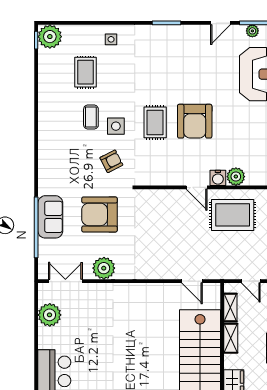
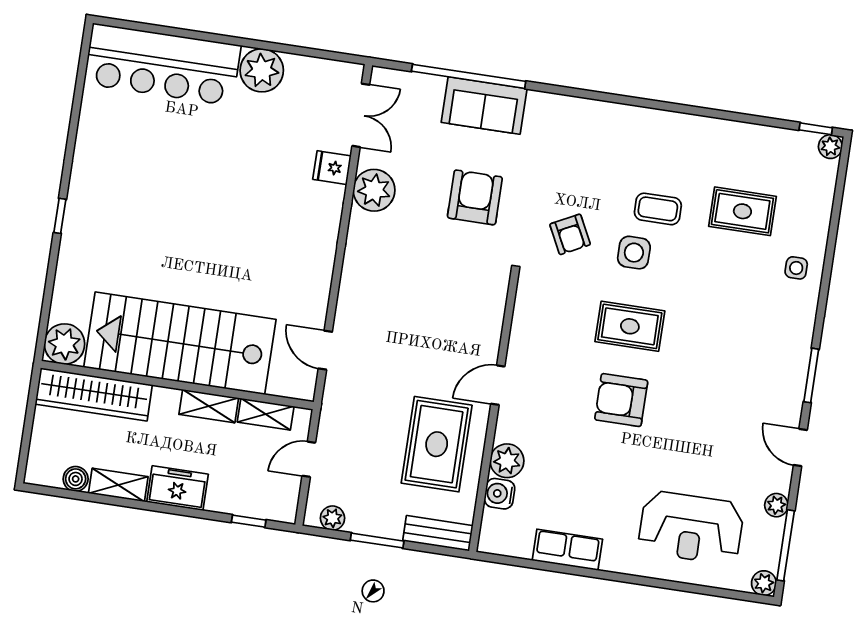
door: (220, 23) -> (800, 447), moved
plant: (252, 31) -> (776, 505), moved
plant: (50, 37) -> (830, 147), width x0.53, depth x0.53
armchair: (195, 121) -> (621, 400), width x0.73, depth x0.73
water cooler: (218, 178) -> (500, 494), moved
armchair: (99, 214) -> (475, 197), width x0.73, depth x0.73
door: (192, 281) -> (325, 350), hinge flipped
fridge: (95, 292) -> (332, 168), added
plant: (50, 315) -> (262, 70), moved

